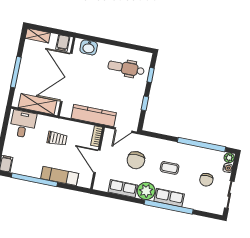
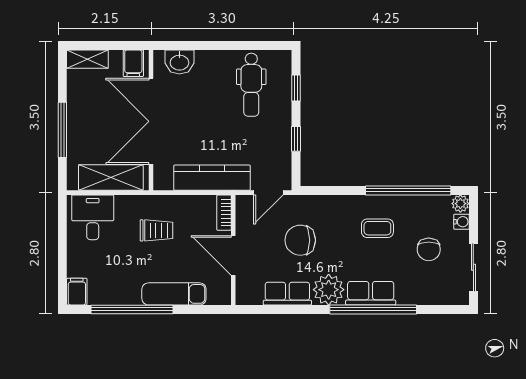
dental chair: (126, 68) -> (251, 85), turned -90
chair: (136, 160) -> (300, 240), turned 90
coffee table: (170, 168) -> (377, 228), moved

